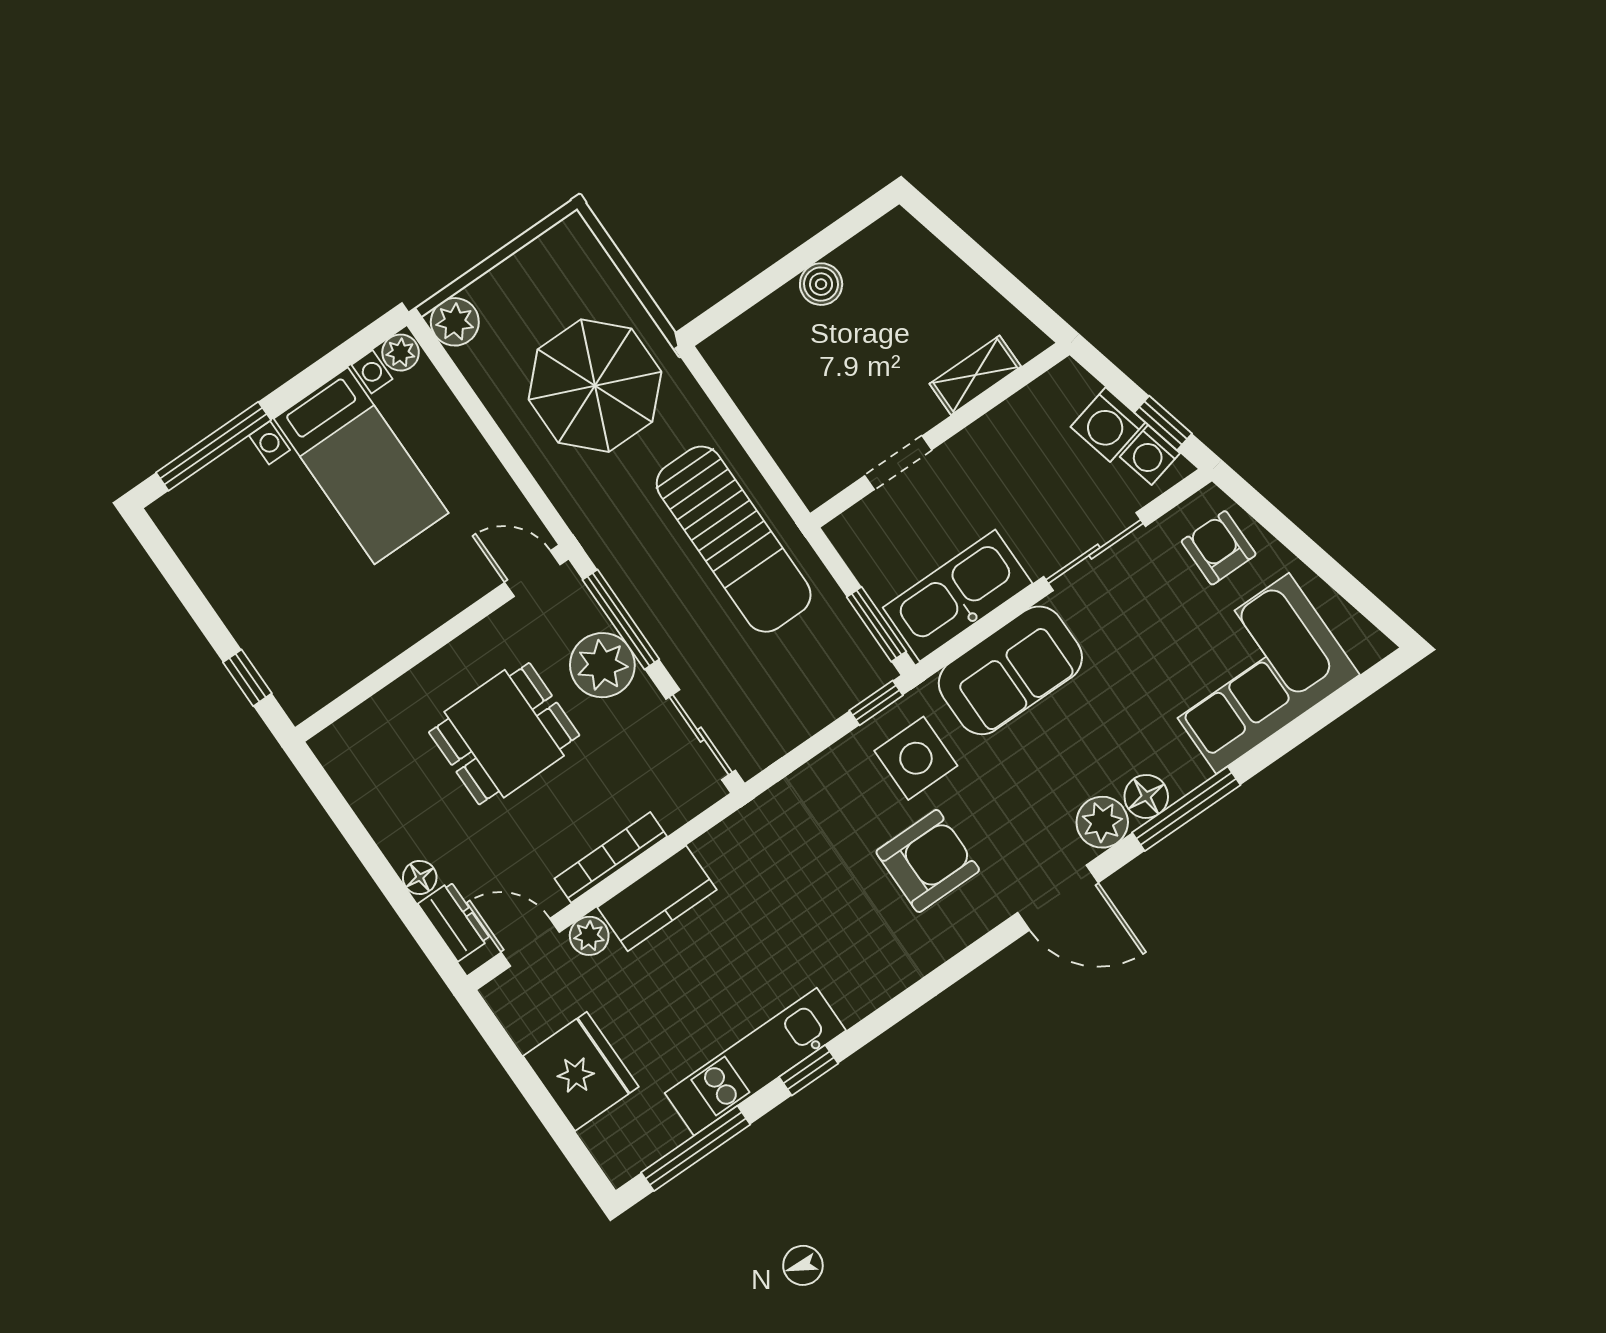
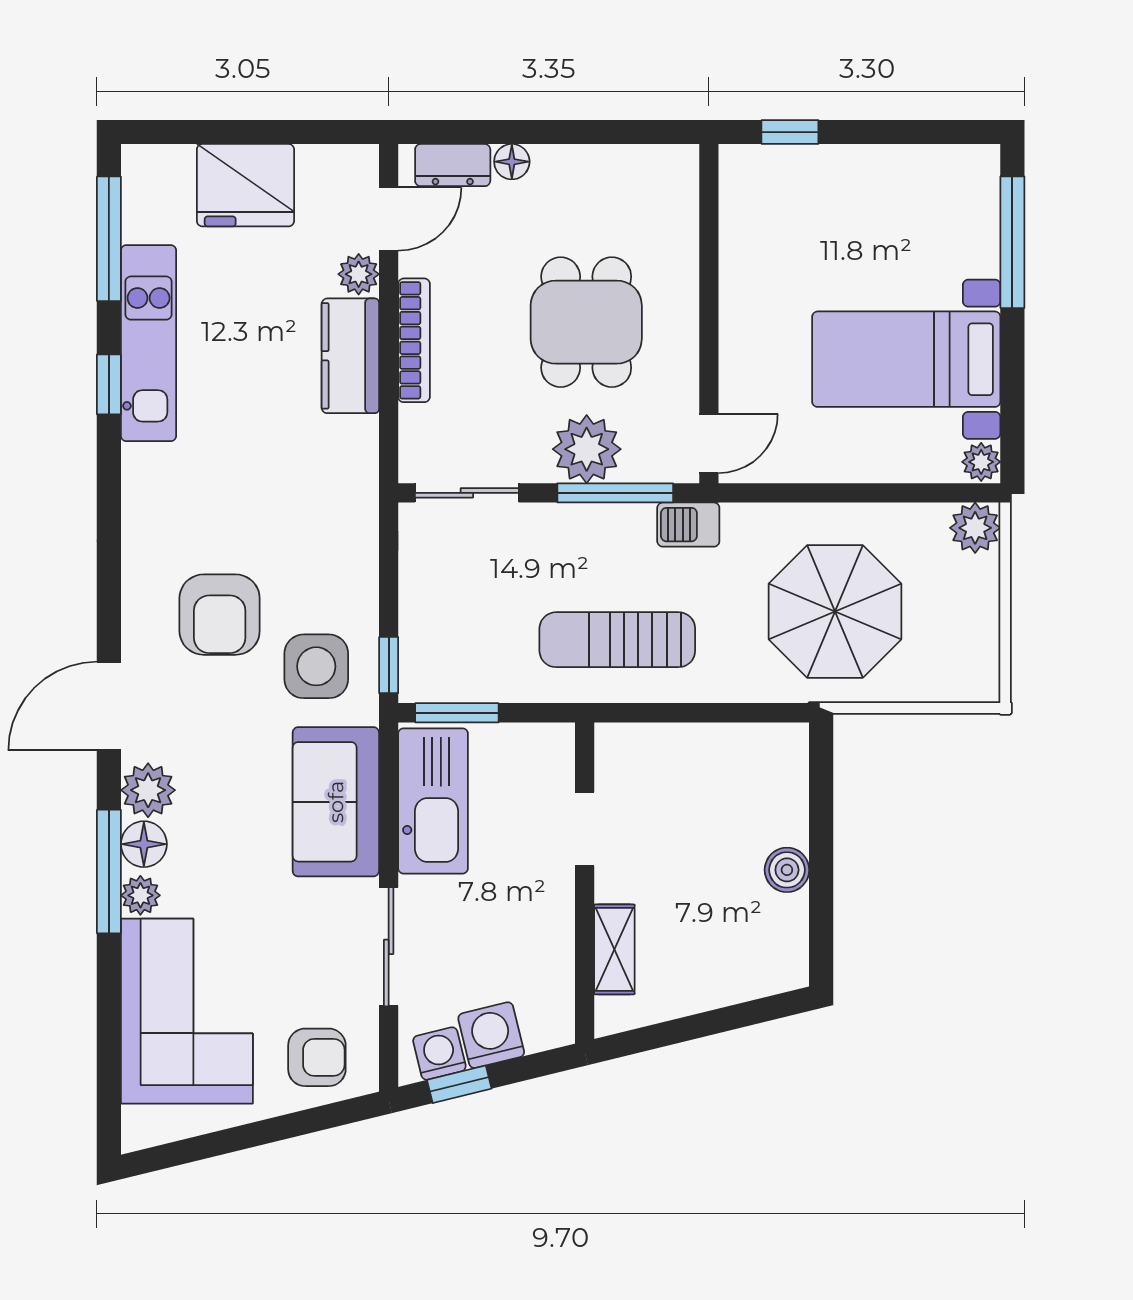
sun lounger: (734, 539) -> (617, 640), width x0.73, depth x0.75
barbecue: (606, 546) -> (688, 525), added
plant: (1188, 772) -> (140, 895), added

